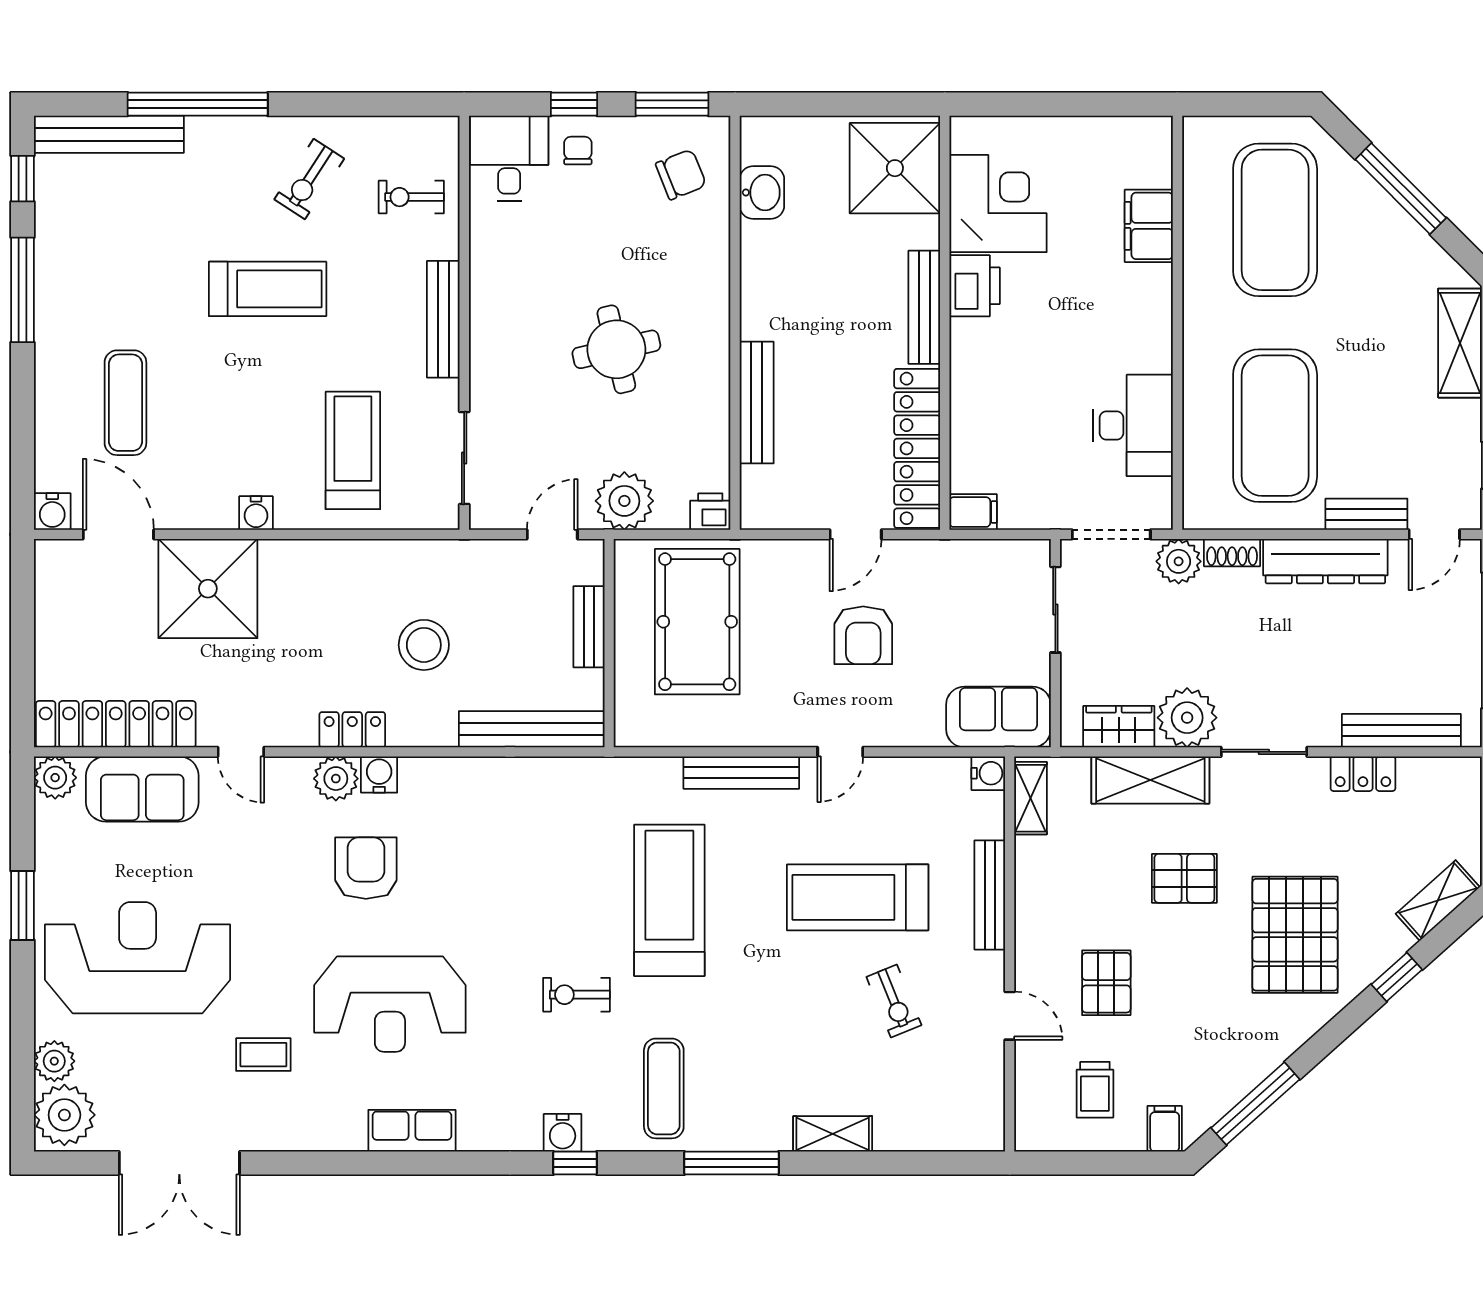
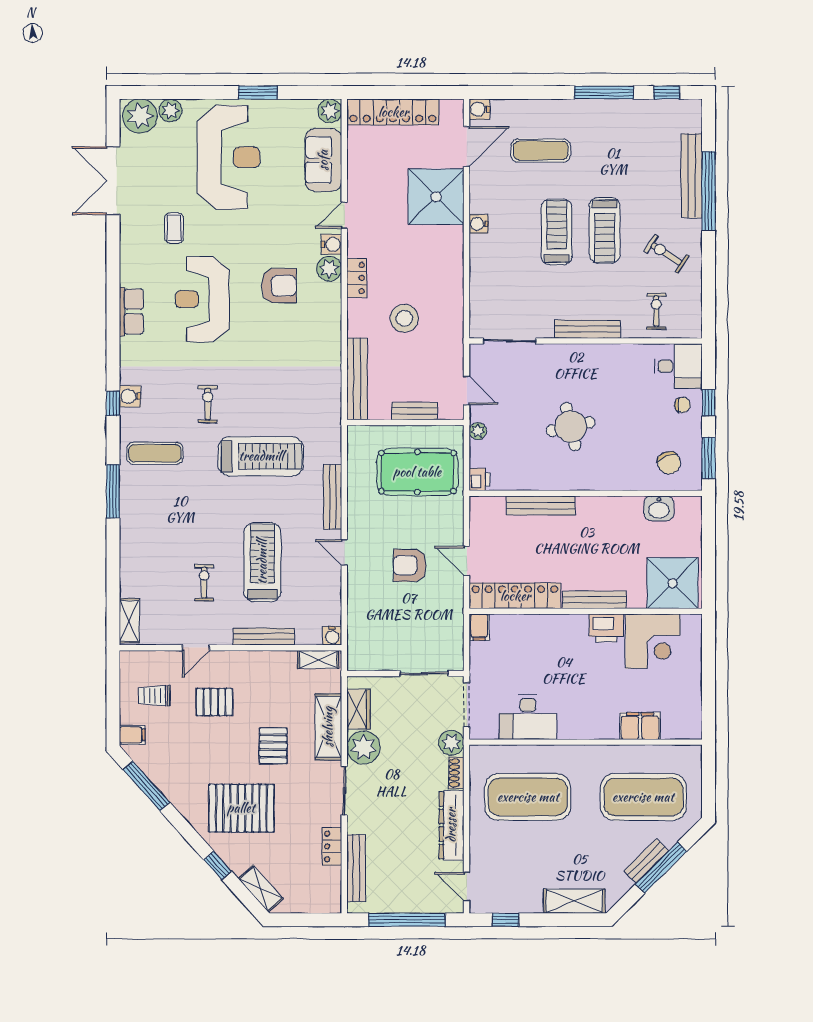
bench: (109, 134) -> (692, 176), moved
treadmill: (353, 450) -> (557, 232), moved, turned -90
plant: (624, 501) -> (478, 431), width x0.53, depth x0.53
bench: (1366, 514) -> (646, 861), moved, turned 45
sofa: (998, 717) -> (364, 641), removed
locker: (116, 724) -> (393, 112), moved, turned 90
water cooler: (379, 775) -> (332, 244), moved
exercise bike: (894, 1001) -> (204, 583), turned 112
shelving: (833, 1134) -> (129, 621), moved

